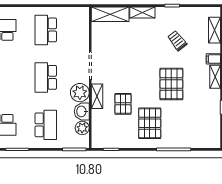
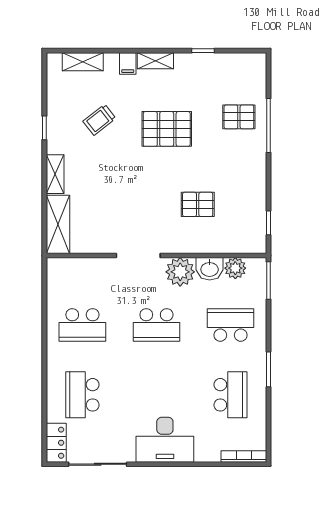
shelving: (97, 96) -> (186, 245), removed
pallet: (150, 123) -> (239, 117), moved, width x0.67, depth x0.71

